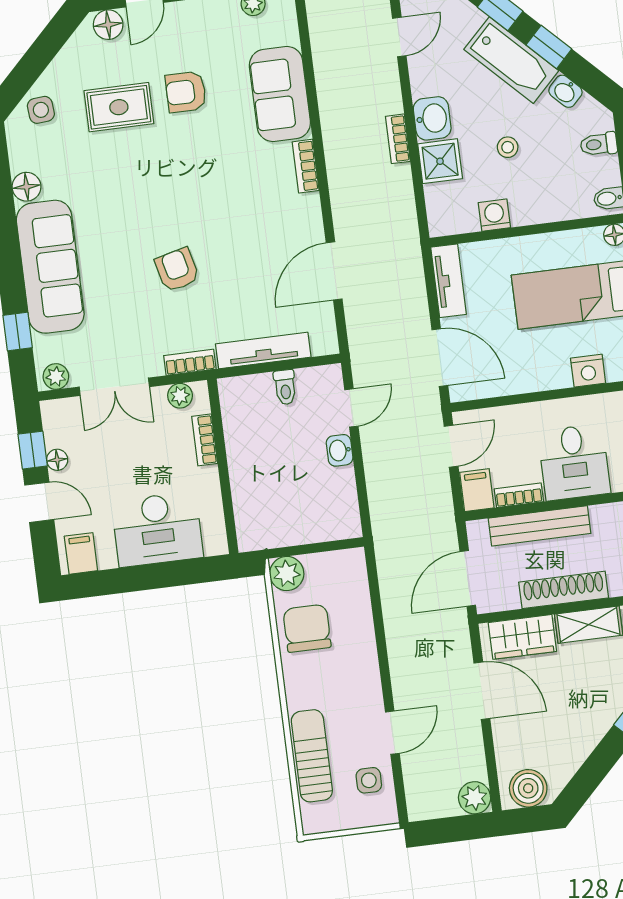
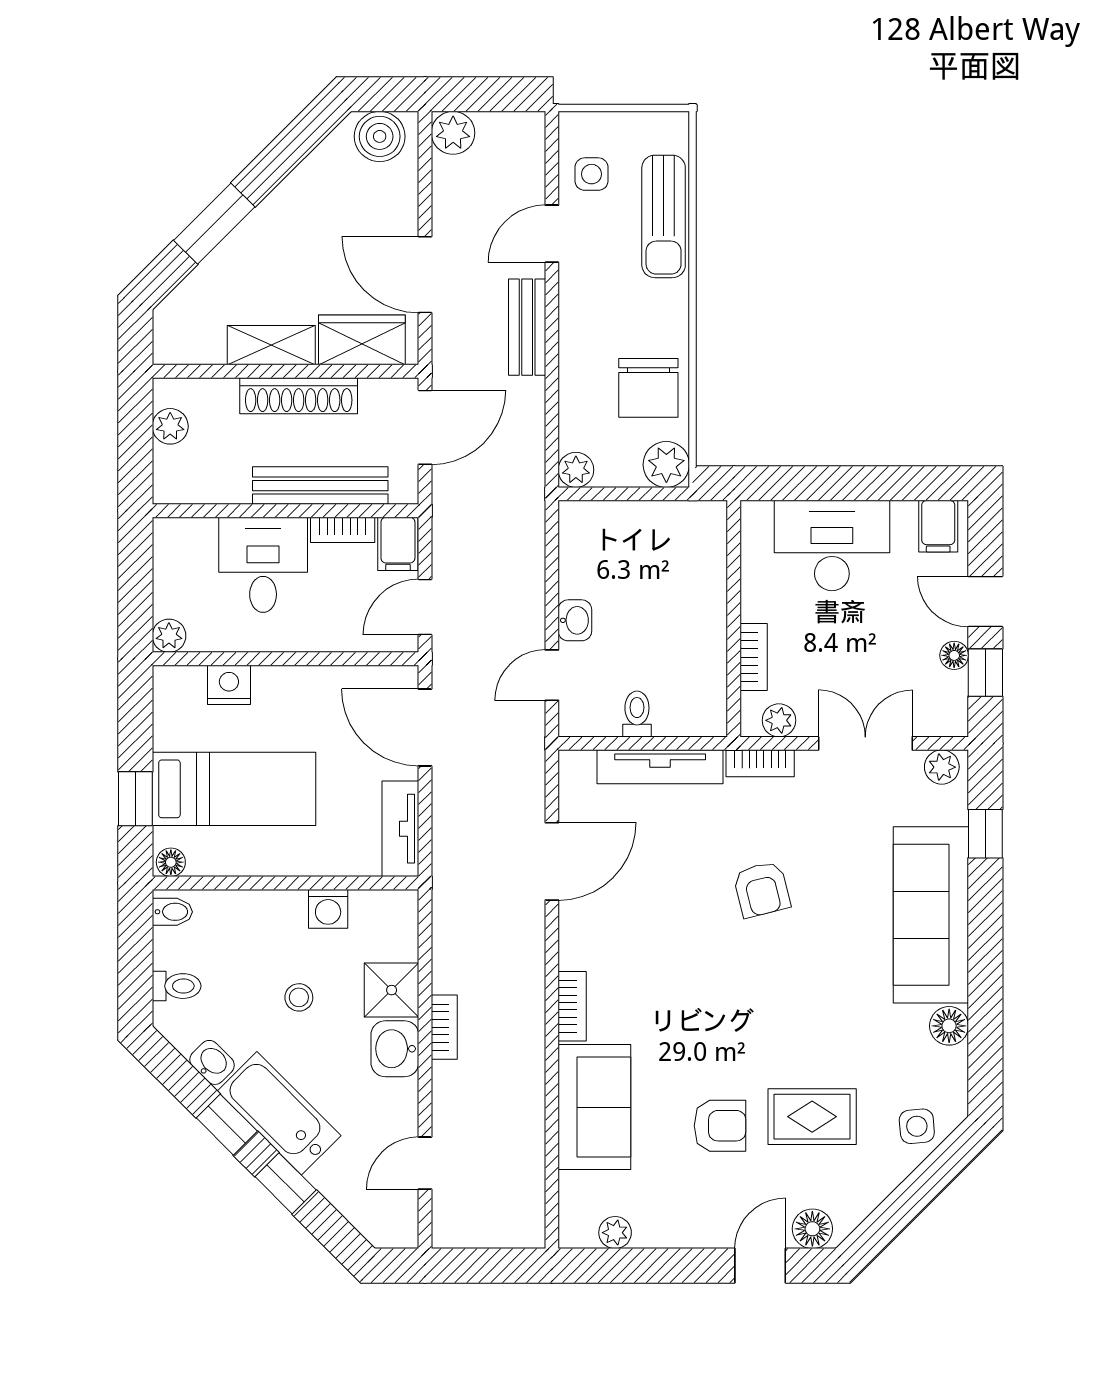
plant: (353, 561) -> (576, 470), added
bench: (402, 662) -> (527, 327), added

